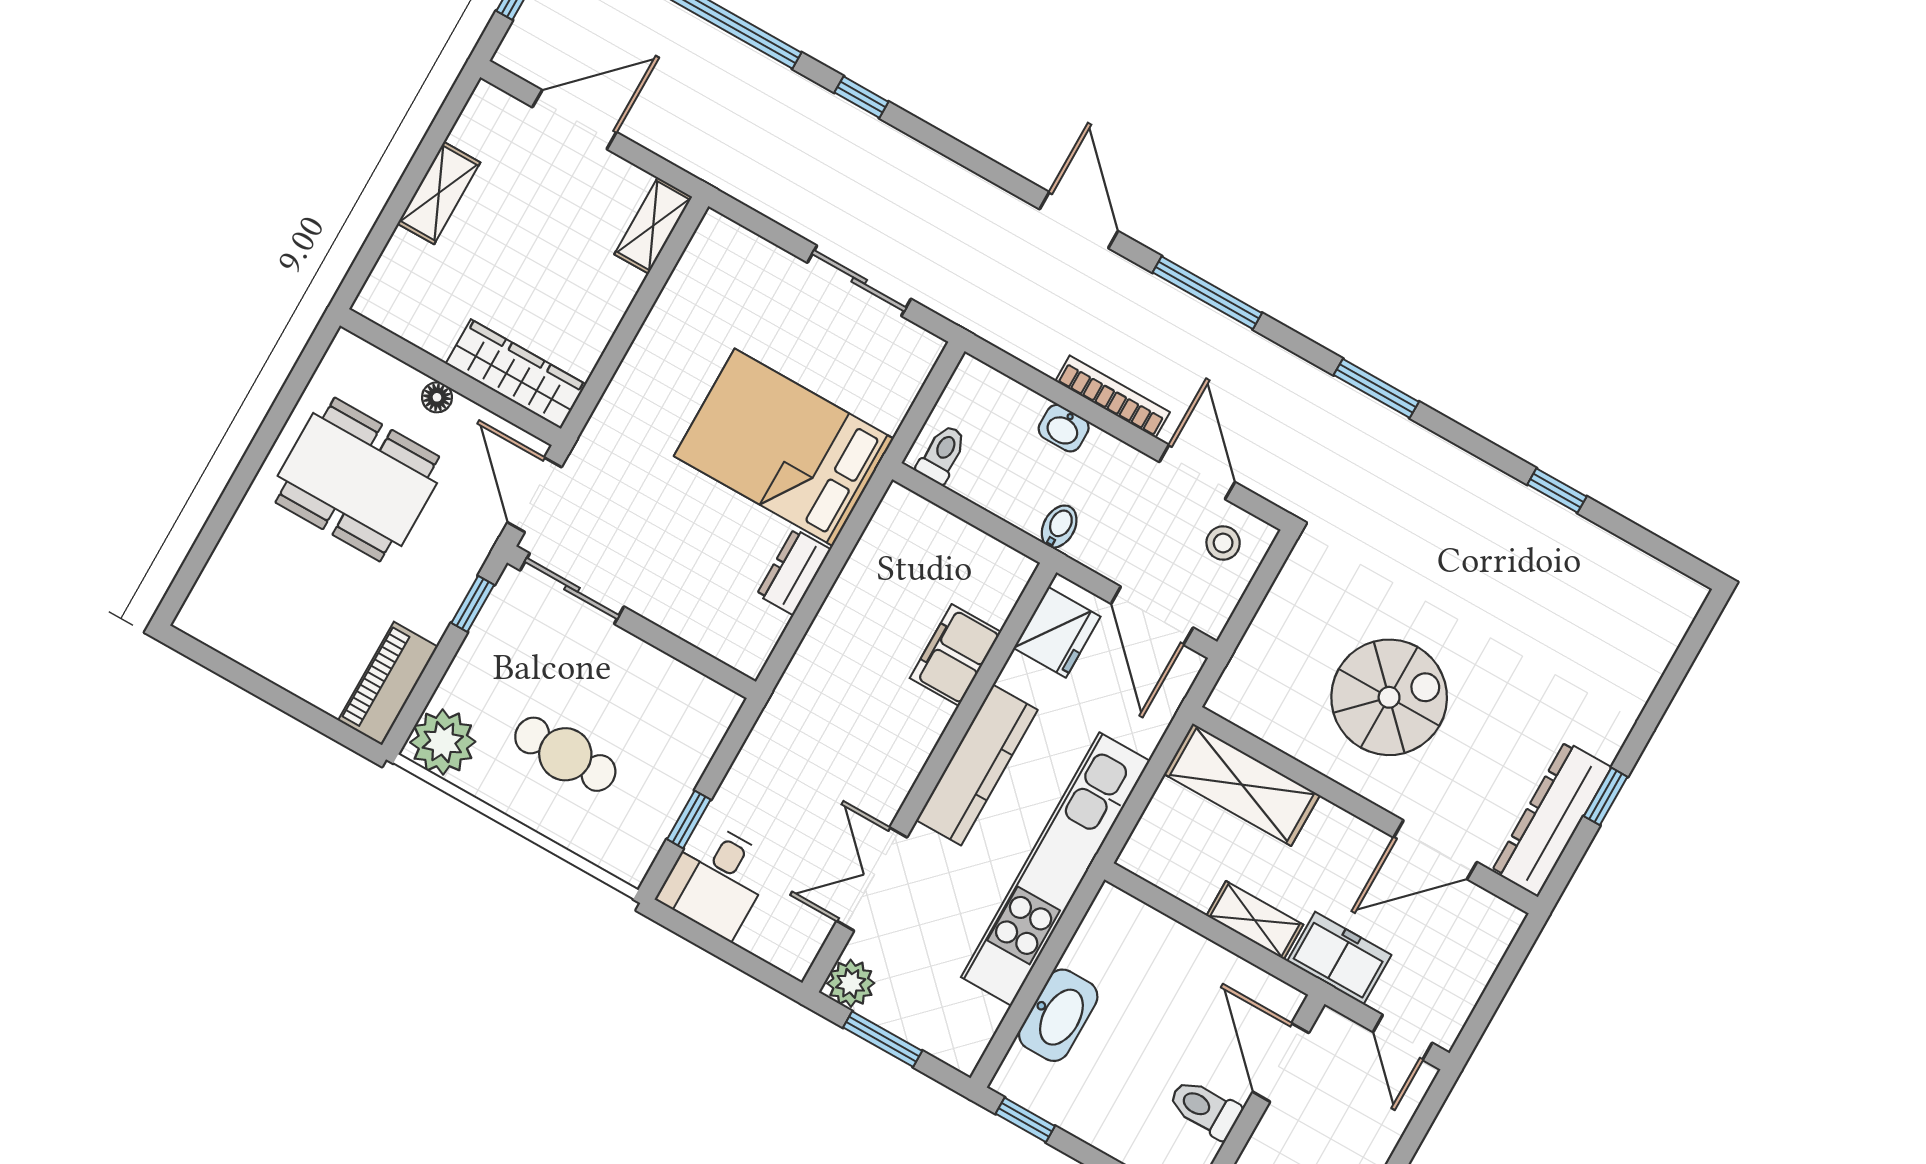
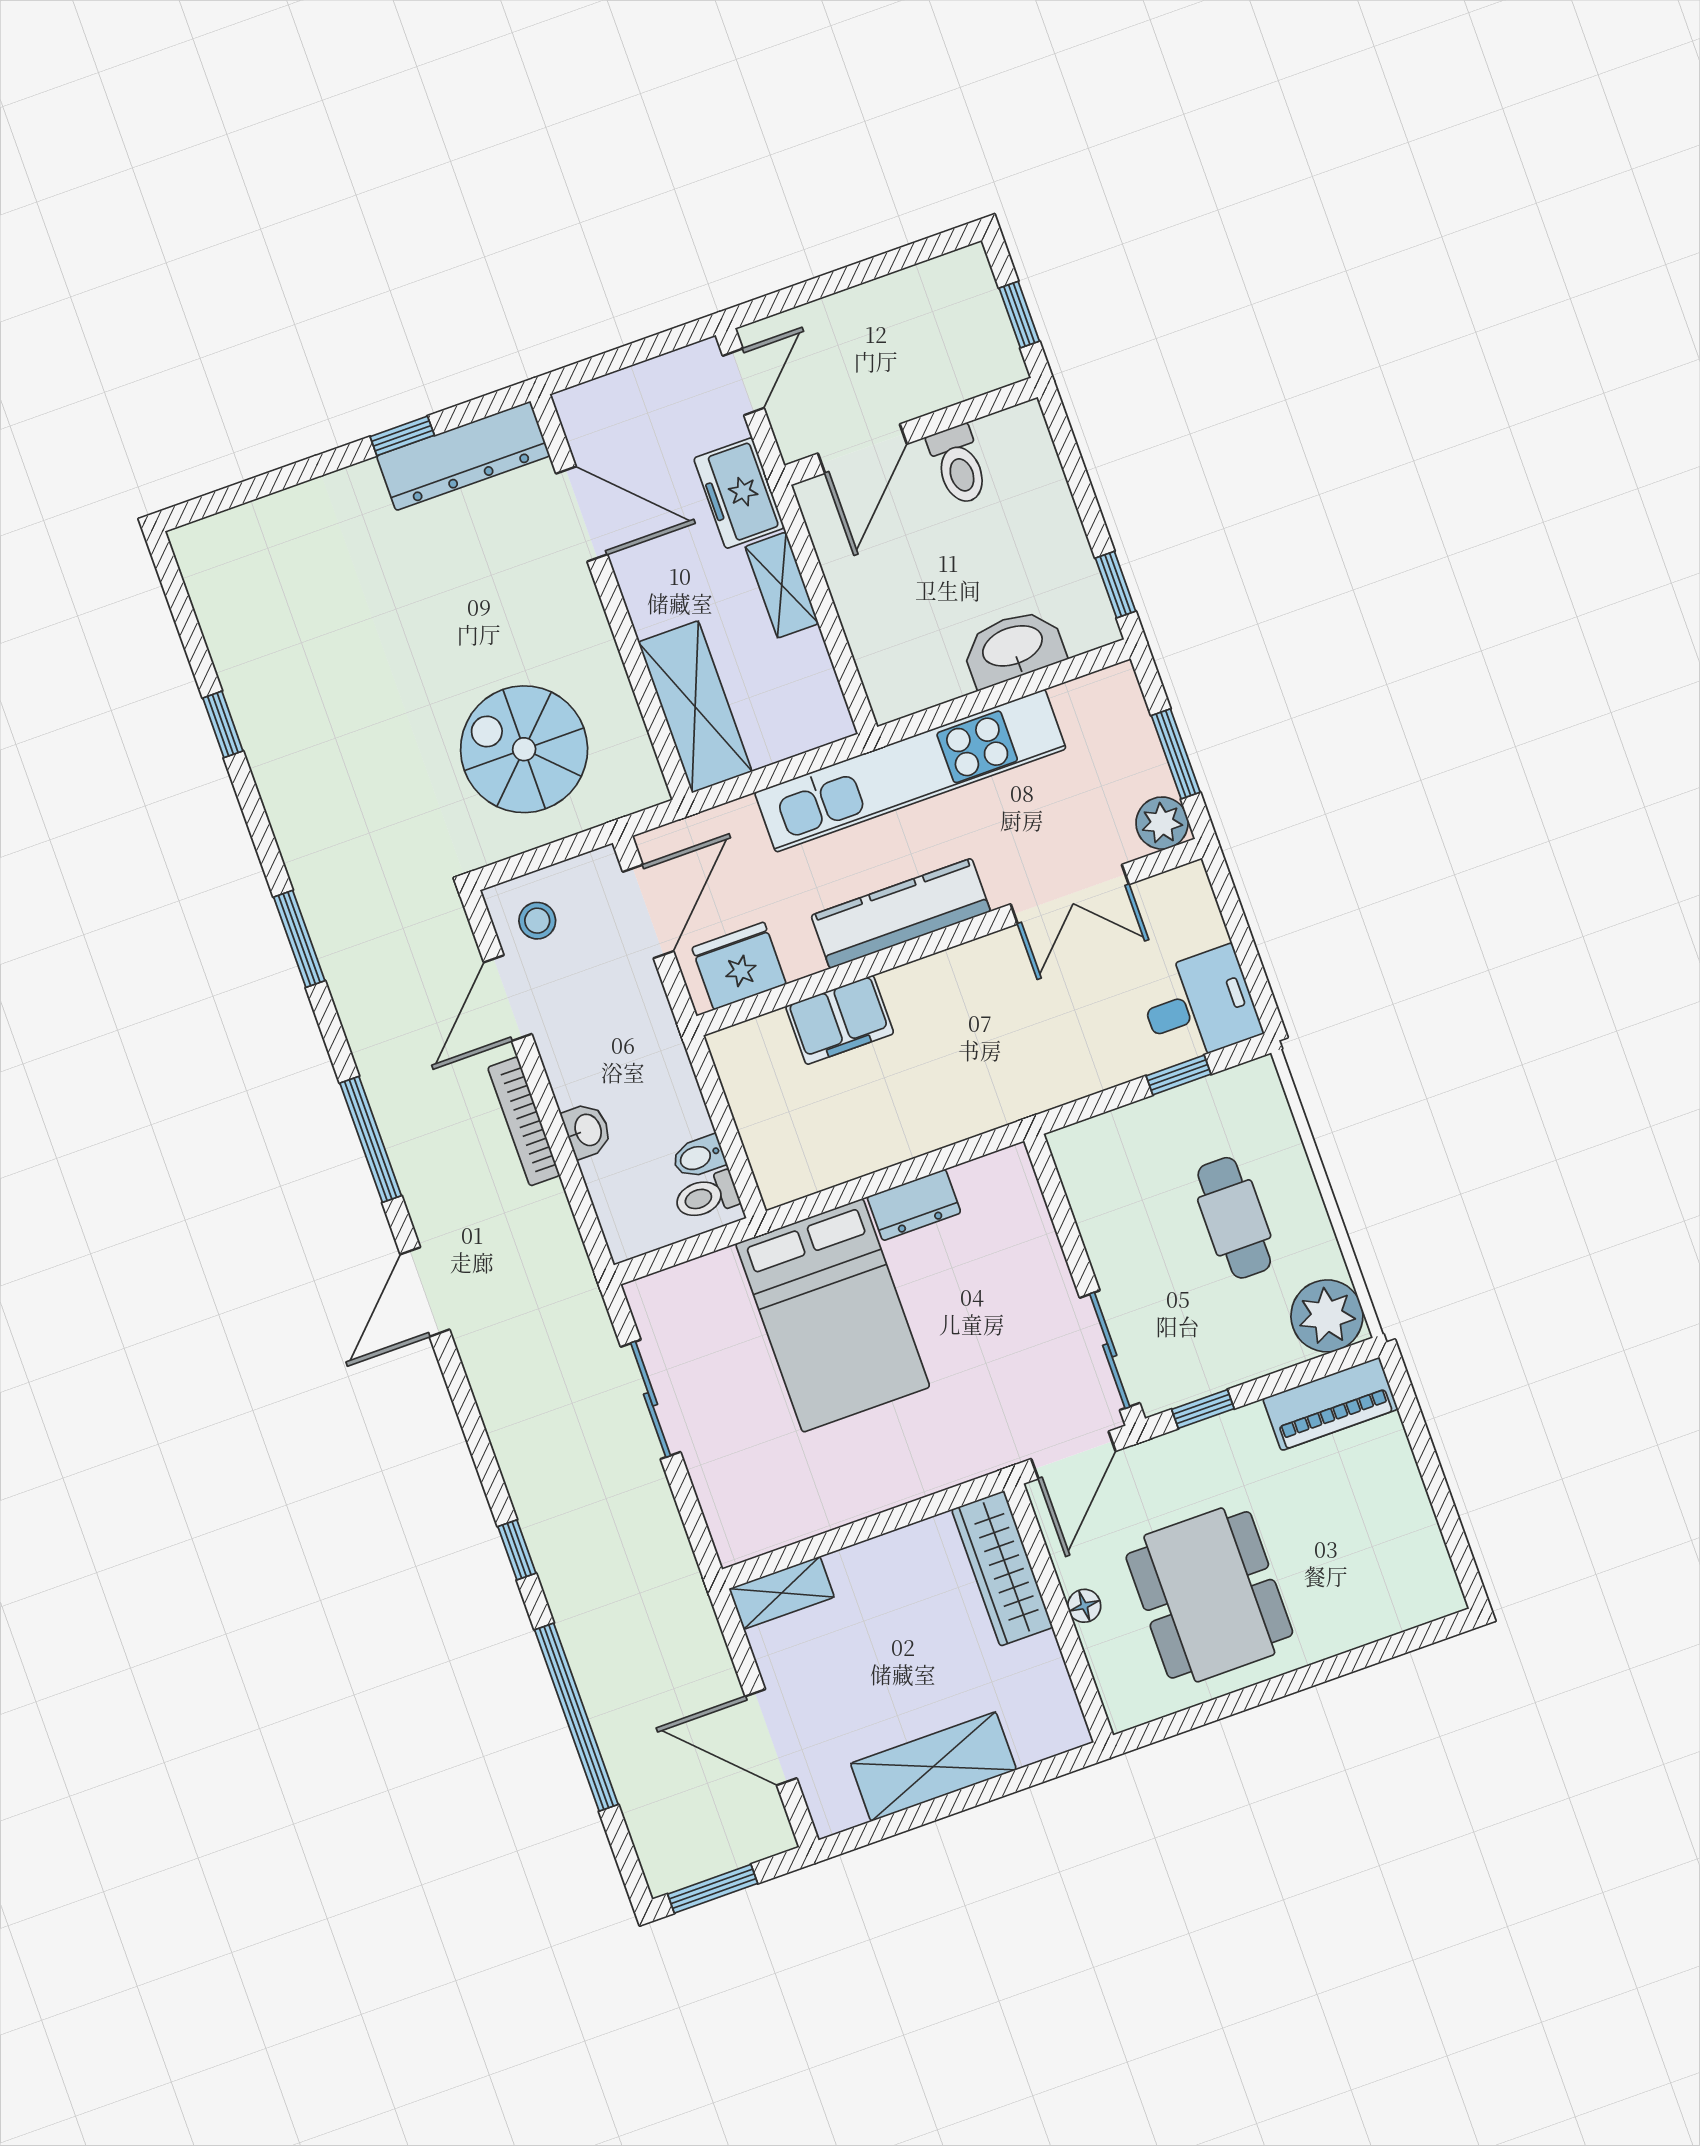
shelving: (439, 193) -> (933, 1767), width x1.50, depth x1.33
bidet: (1059, 527) -> (699, 1157), moved
spiral stairs: (1389, 697) -> (524, 749), moved

